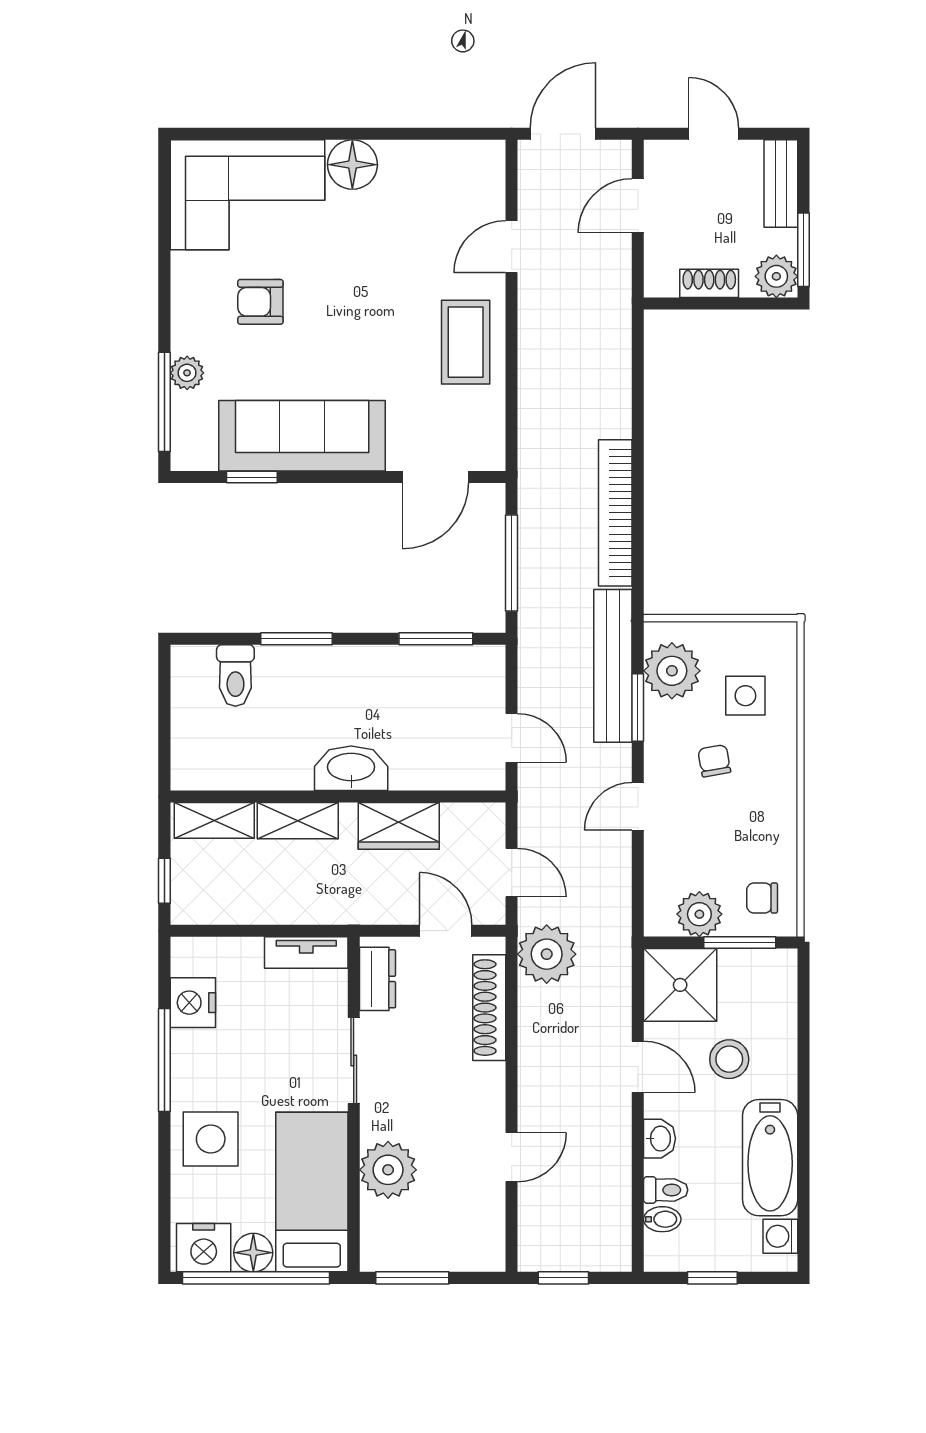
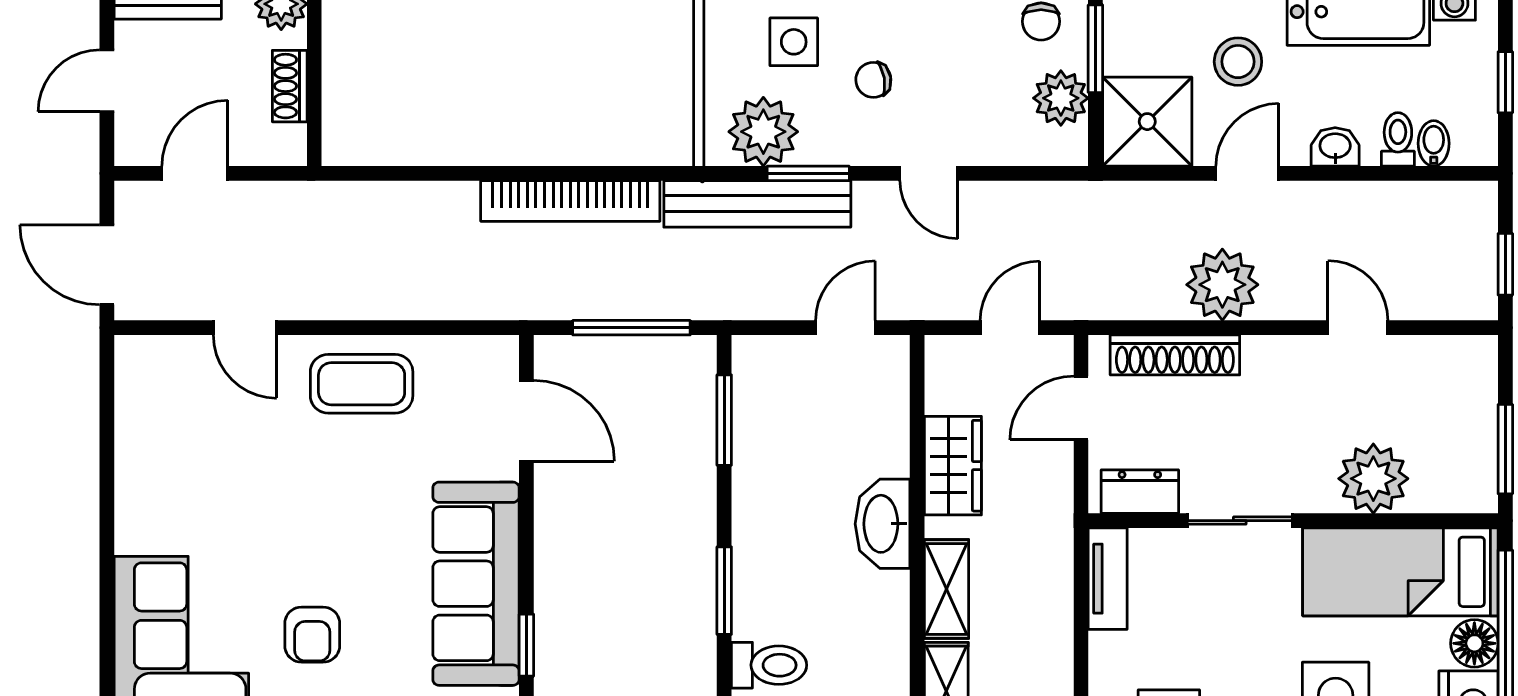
floor lamp: (352, 165) -> (144, 522), removed
door: (638, 206) -> (195, 173), swing flipped
plant: (547, 954) -> (1222, 285), moved

